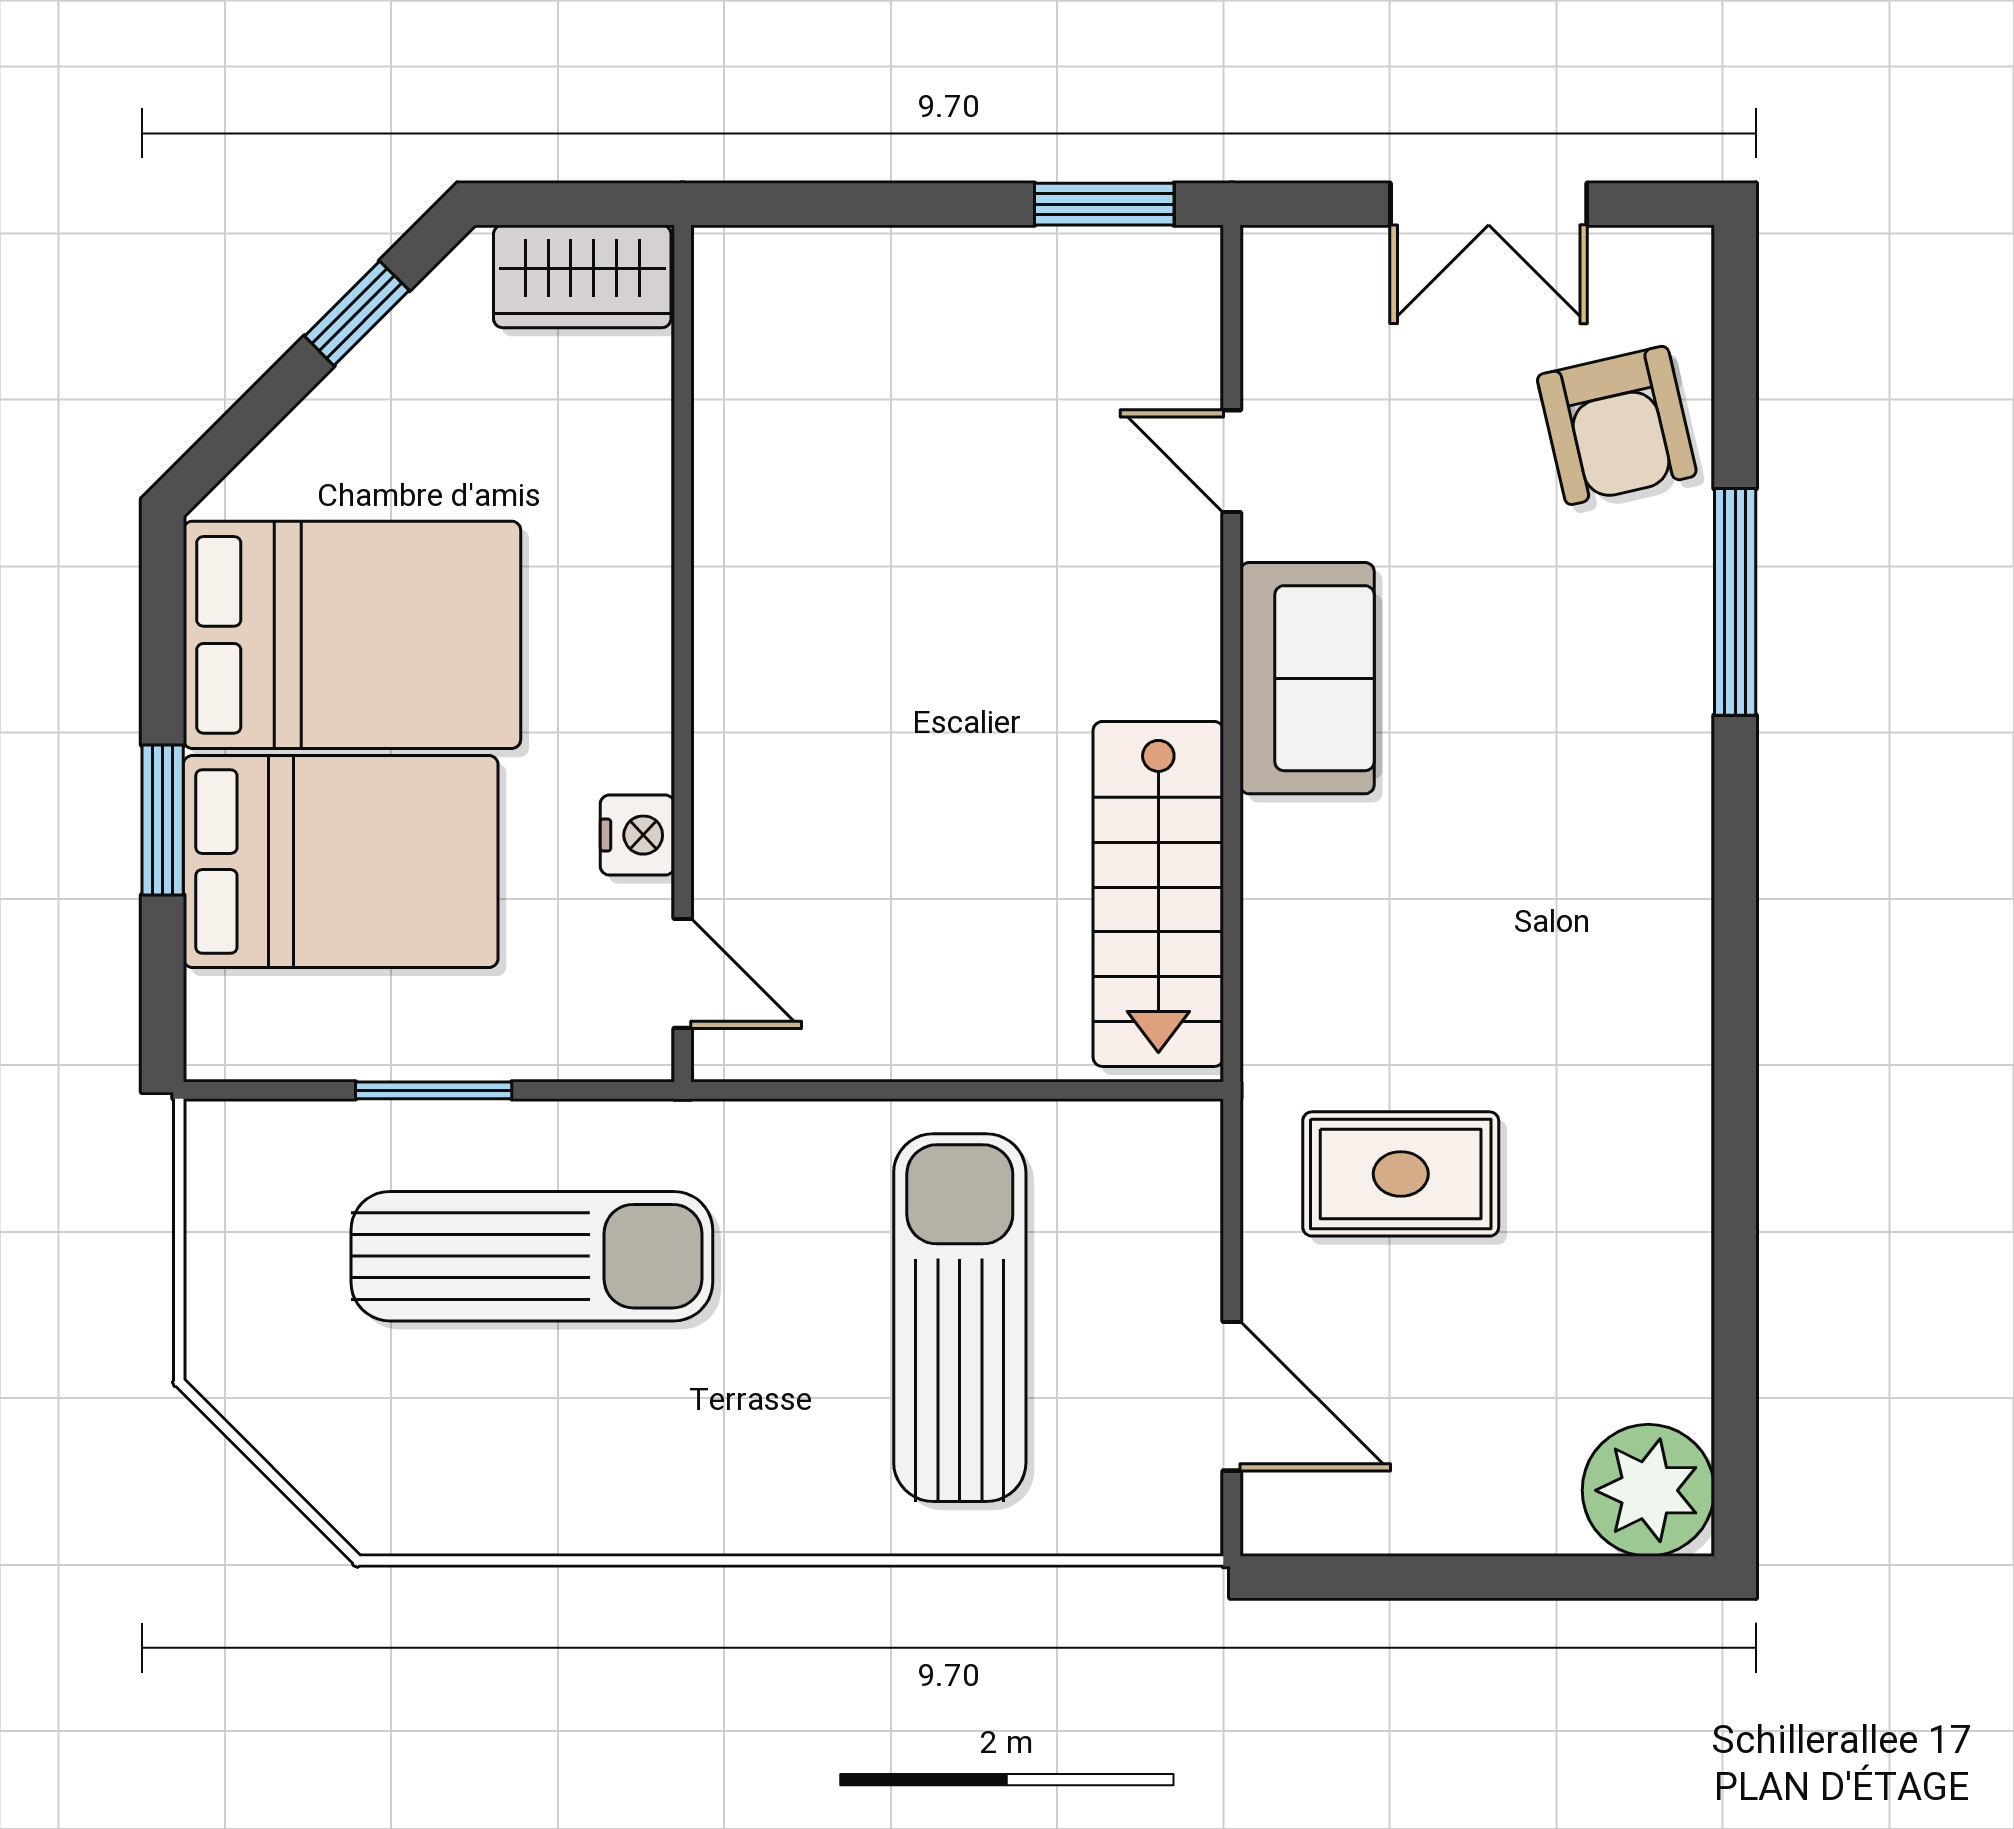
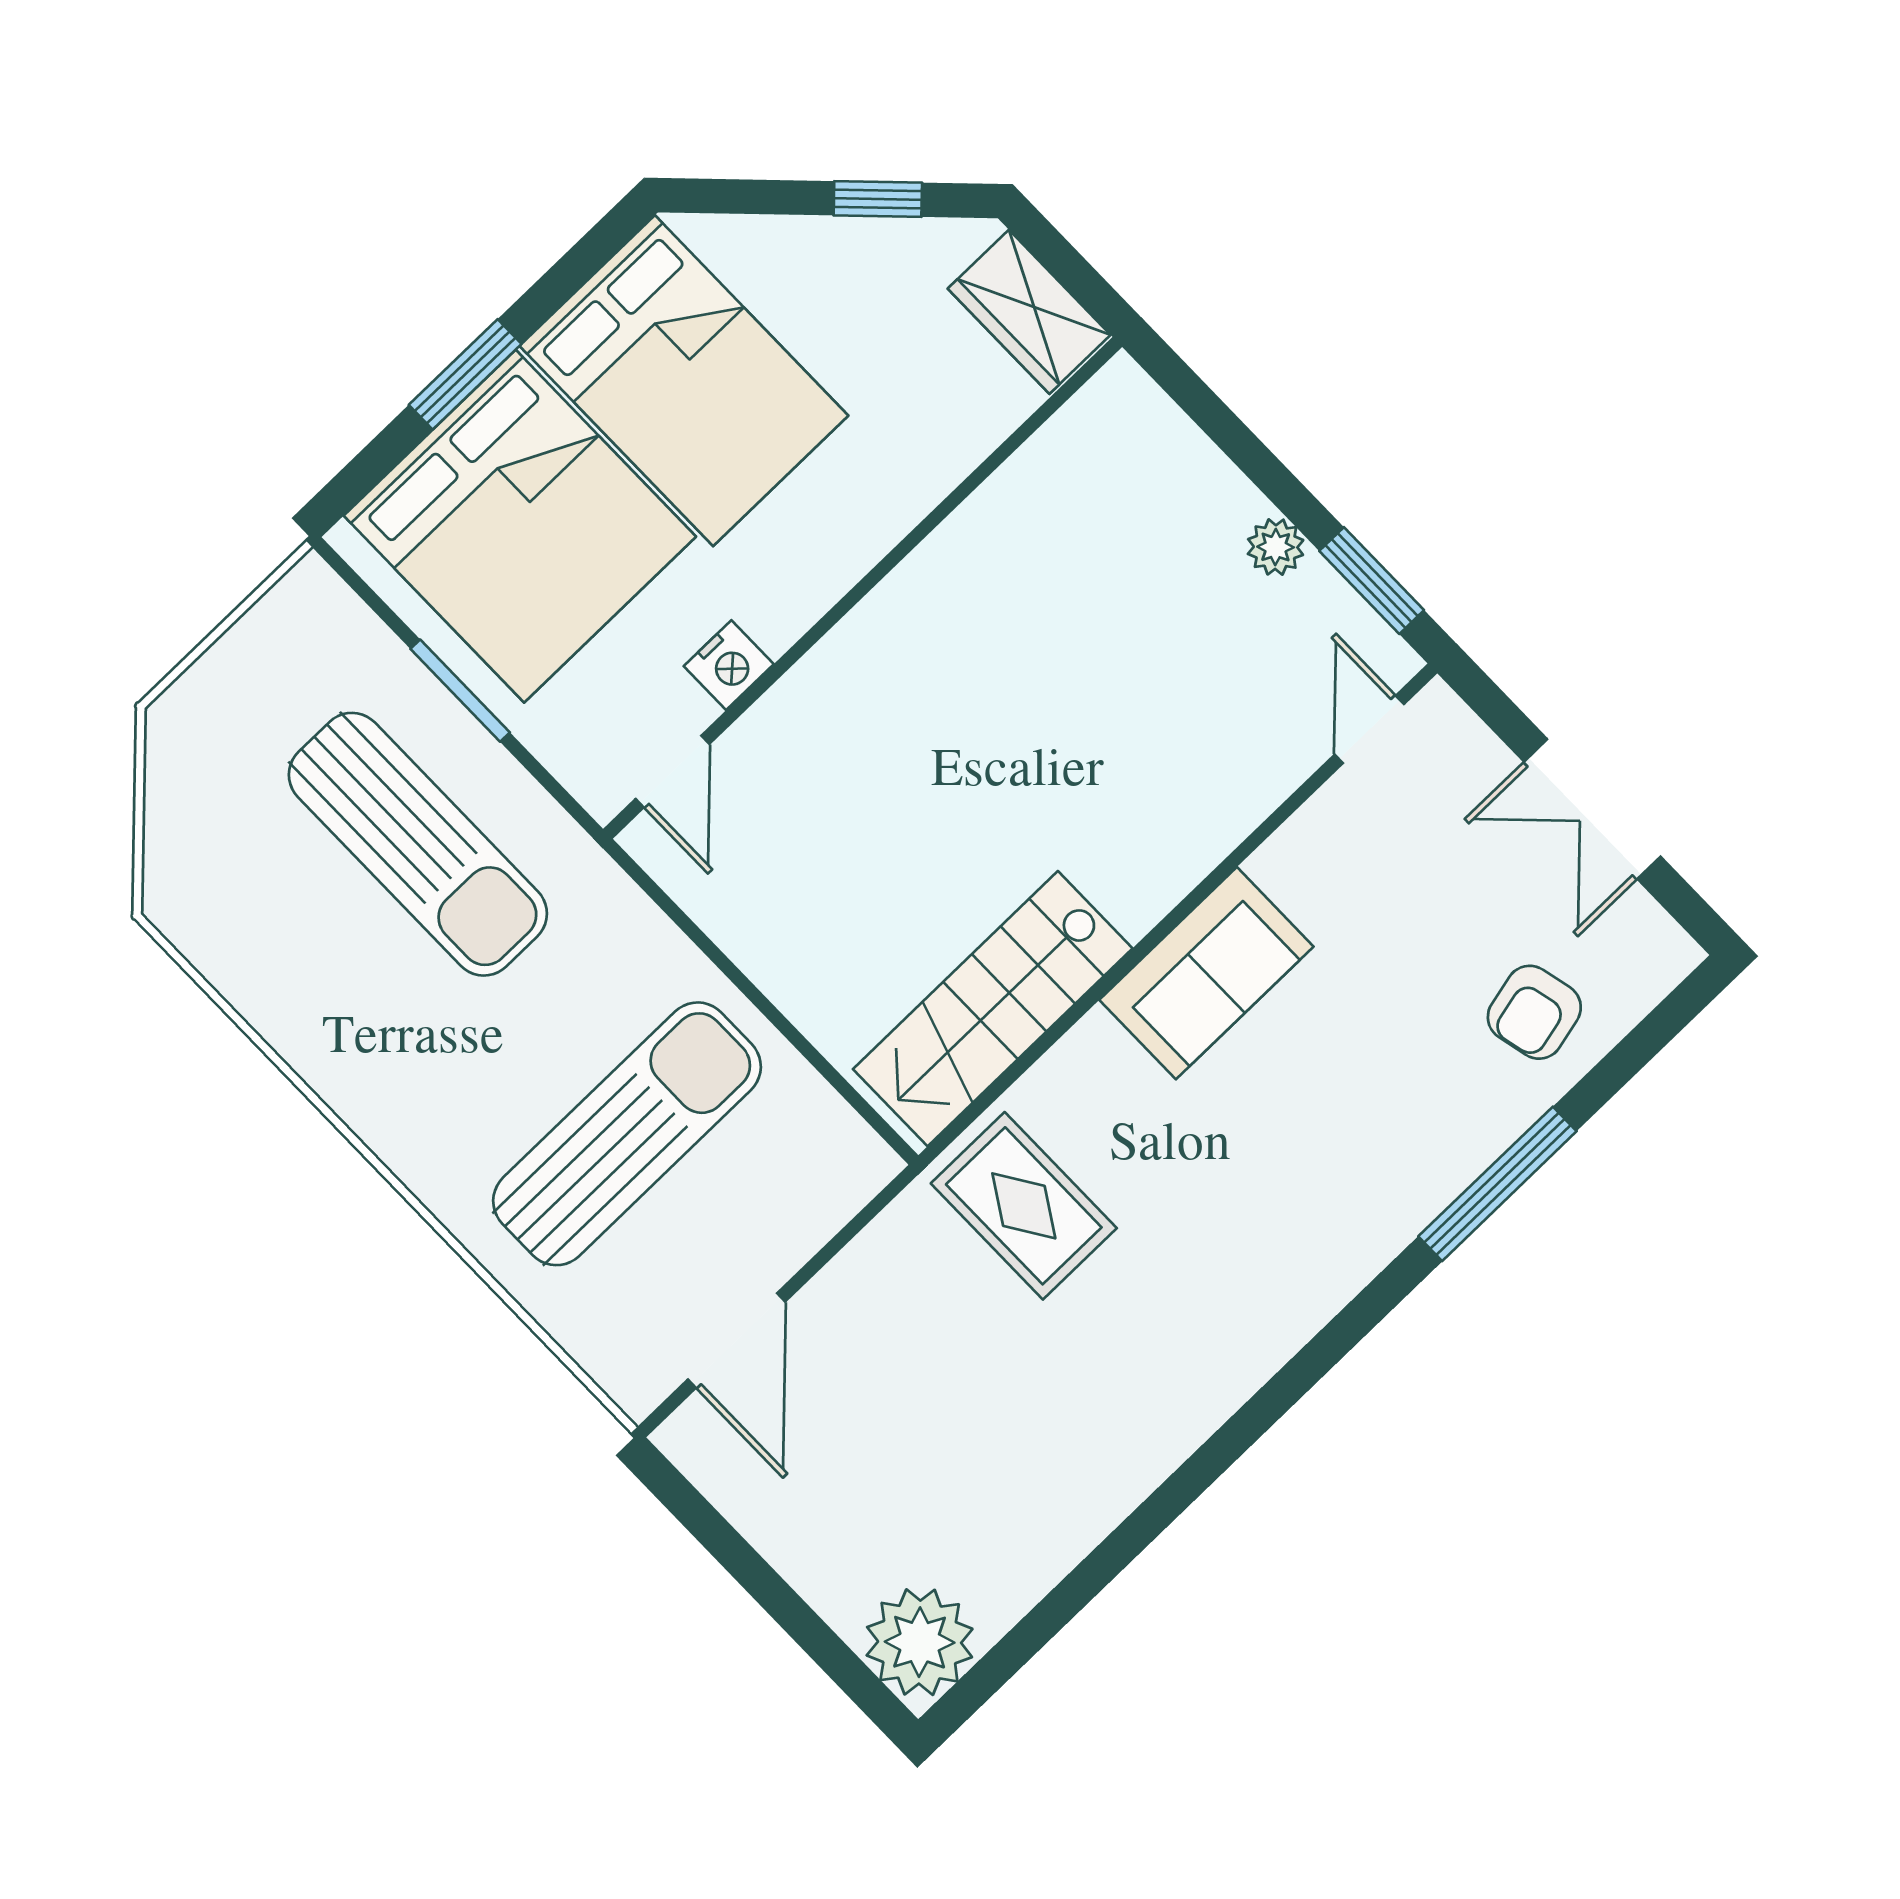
plant: (994, 260) -> (1276, 547), added
armchair: (1617, 425) -> (1534, 1012), width x0.72, depth x0.72
door: (1232, 461) -> (1369, 729), moved
bed: (341, 862) -> (520, 526), width x1.36
rug: (1401, 1174) -> (1024, 1206), moved

